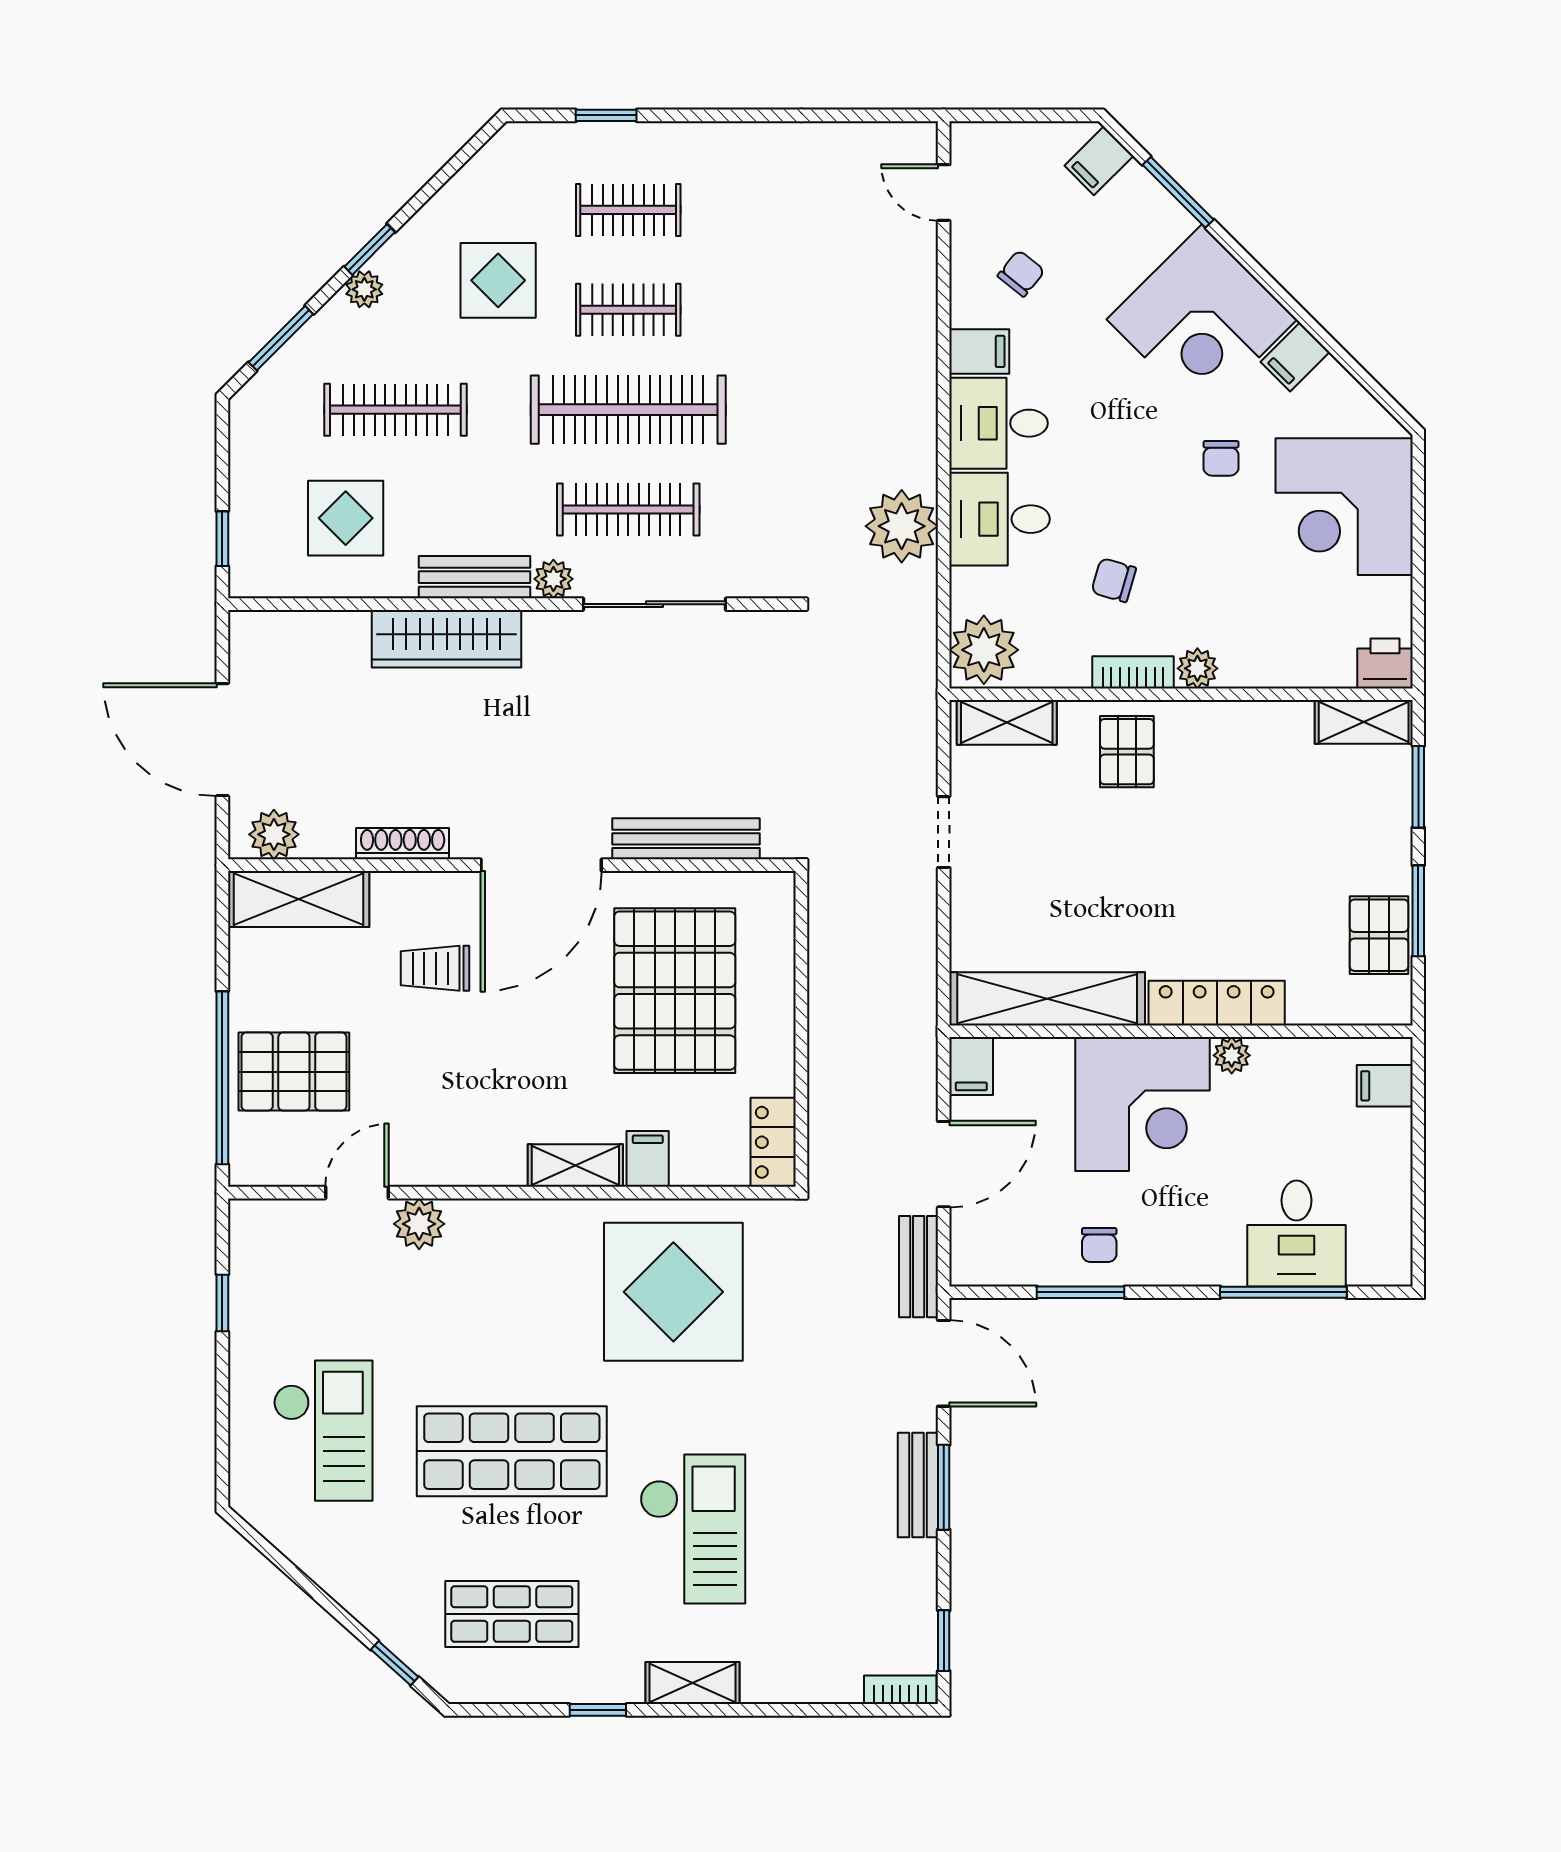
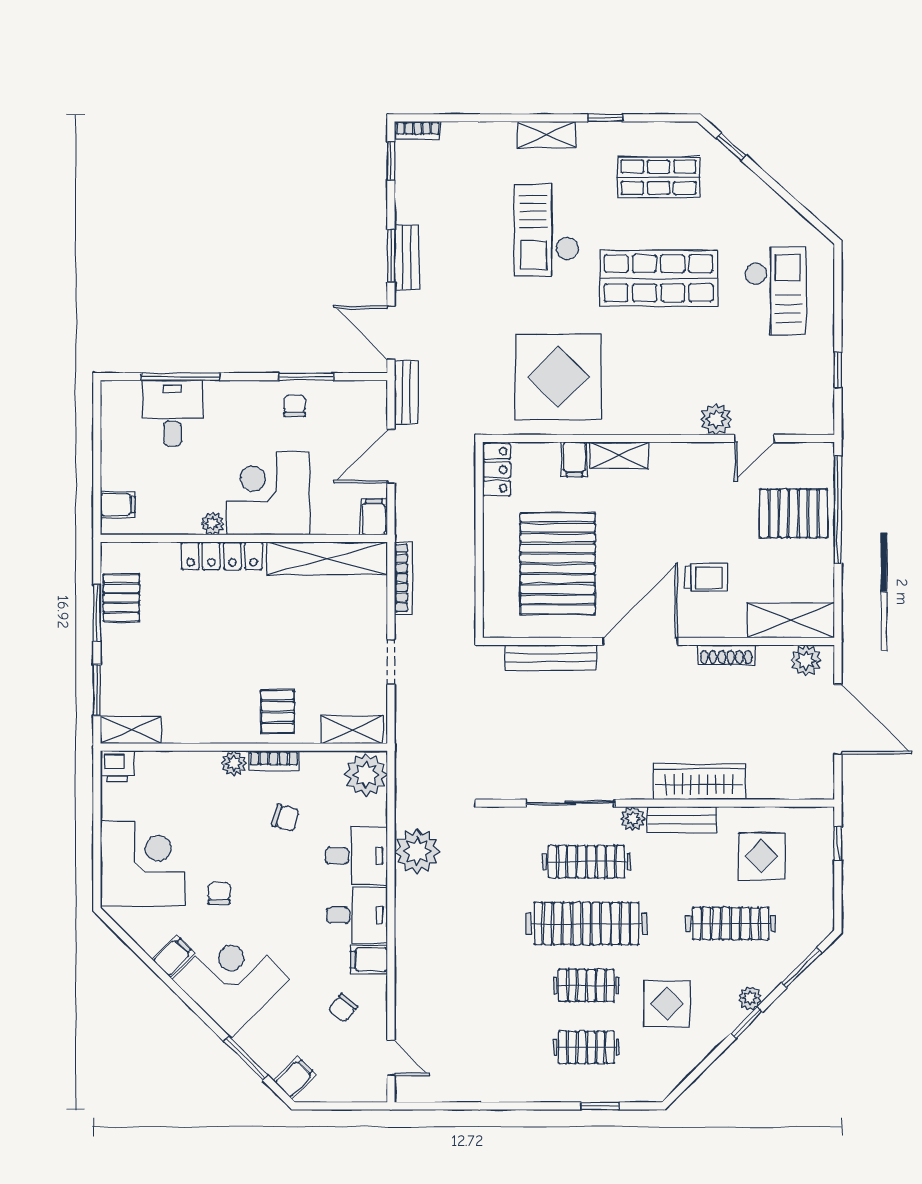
bookcase: (923, 968) -> (404, 578), added
checkout: (323, 1431) -> (775, 291), turned 180

